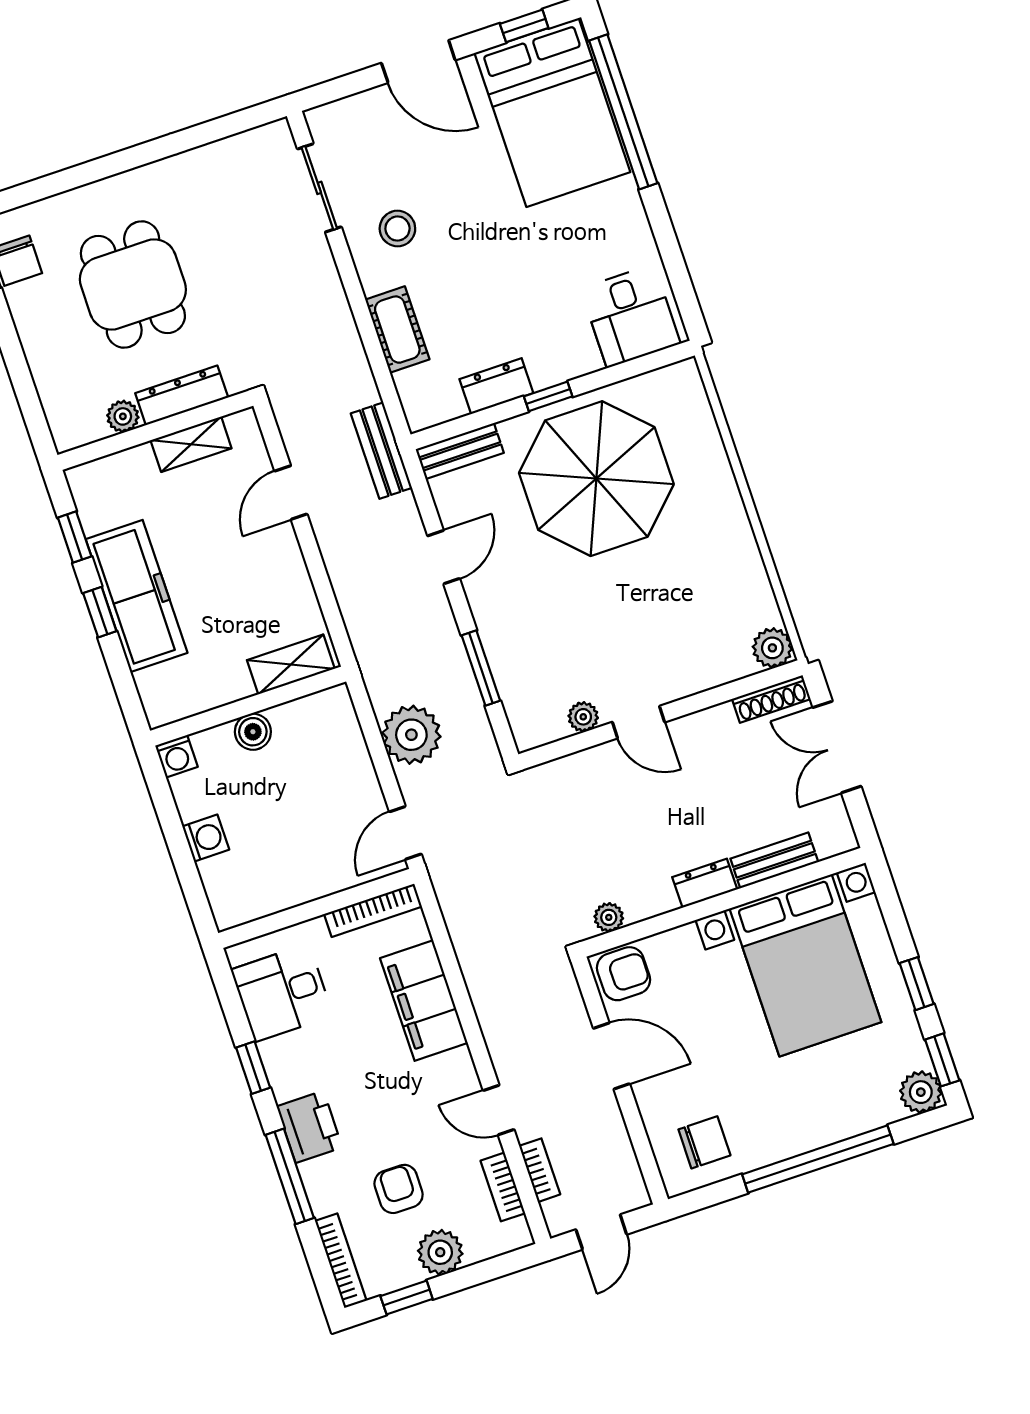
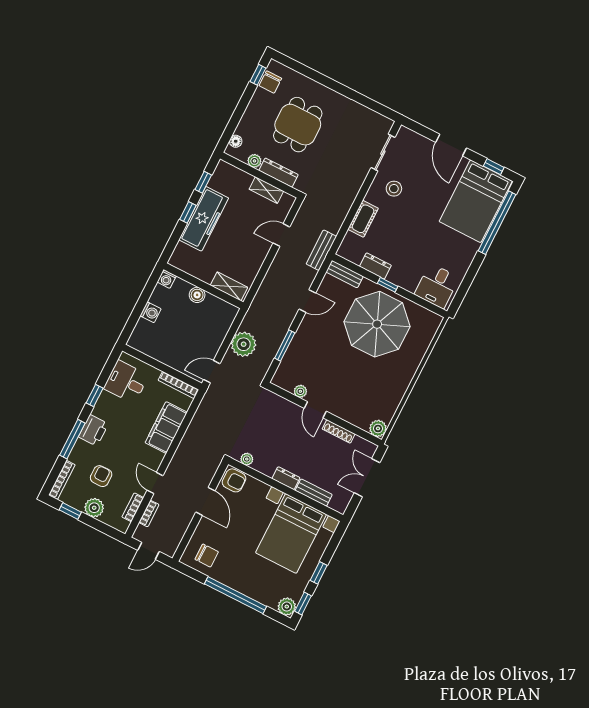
floor lamp: (59, 416) -> (236, 141), added
shoe rack: (771, 699) -> (339, 431), moved

